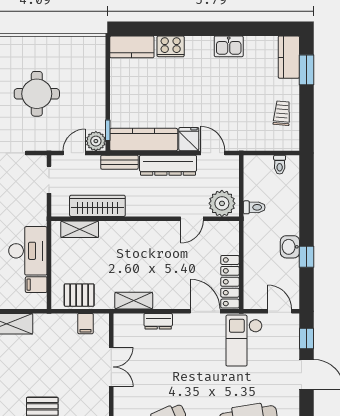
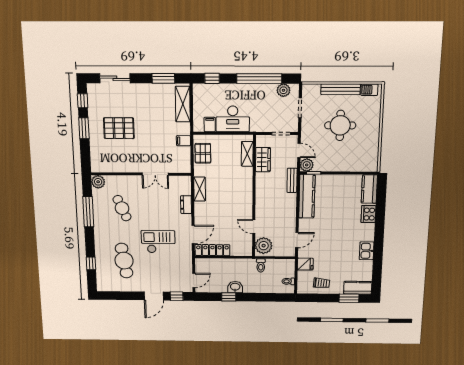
fridge: (189, 139) -> (305, 264), moved
dresser: (168, 165) -> (289, 212), removed
wardrobe: (97, 206) -> (263, 160), width x0.67
filing cabinet: (85, 324) -> (183, 141), moved
checkout: (244, 341) -> (158, 242), moved

